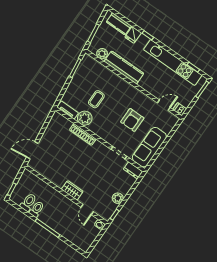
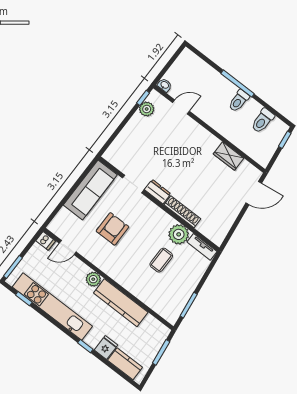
plant: (102, 54) -> (93, 279), moved
dresser: (133, 170) -> (158, 192), moved
wardrobe: (72, 190) -> (229, 156), moved
plant: (118, 198) -> (147, 109), moved
toilet: (37, 209) -> (239, 101), moved
door: (87, 209) -> (181, 107), hinge flipped

